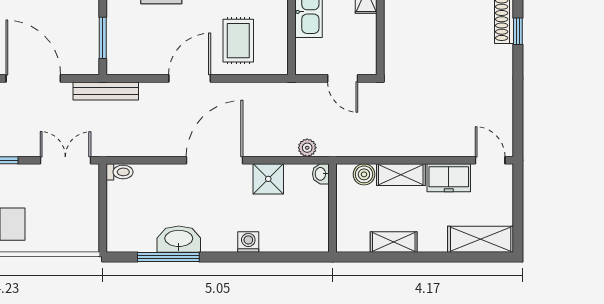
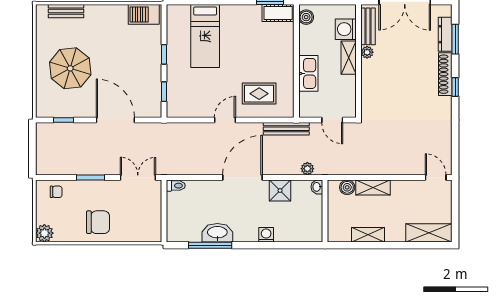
window: (103, 38) -> (164, 92), width x0.67
rug: (238, 41) -> (259, 94), turned 90
door: (190, 78) -> (225, 120), width x0.73
bench: (106, 91) -> (286, 129), moved
freezer: (449, 178) -> (407, 190), removed

